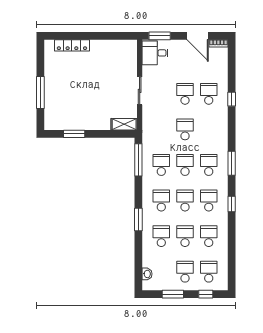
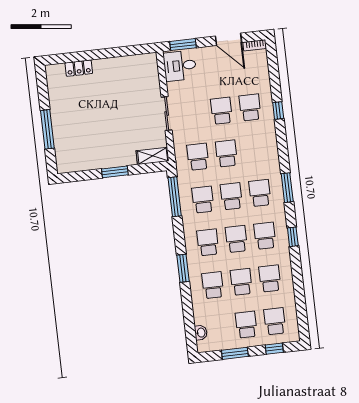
locker: (72, 45) -> (79, 68), width x0.66
school desk: (161, 129) -> (198, 157), added
window: (74, 134) -> (115, 172), moved

